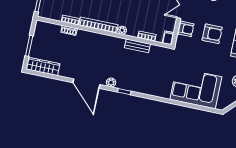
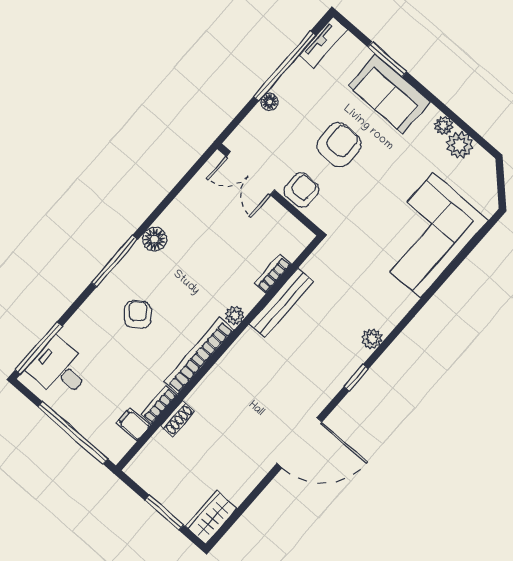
filing cabinet: (168, 38) -> (133, 424), moved
bench: (137, 46) -> (281, 303), width x1.36
wardrobe: (43, 66) -> (211, 517), width x0.67
plant: (111, 82) -> (372, 339), moved

